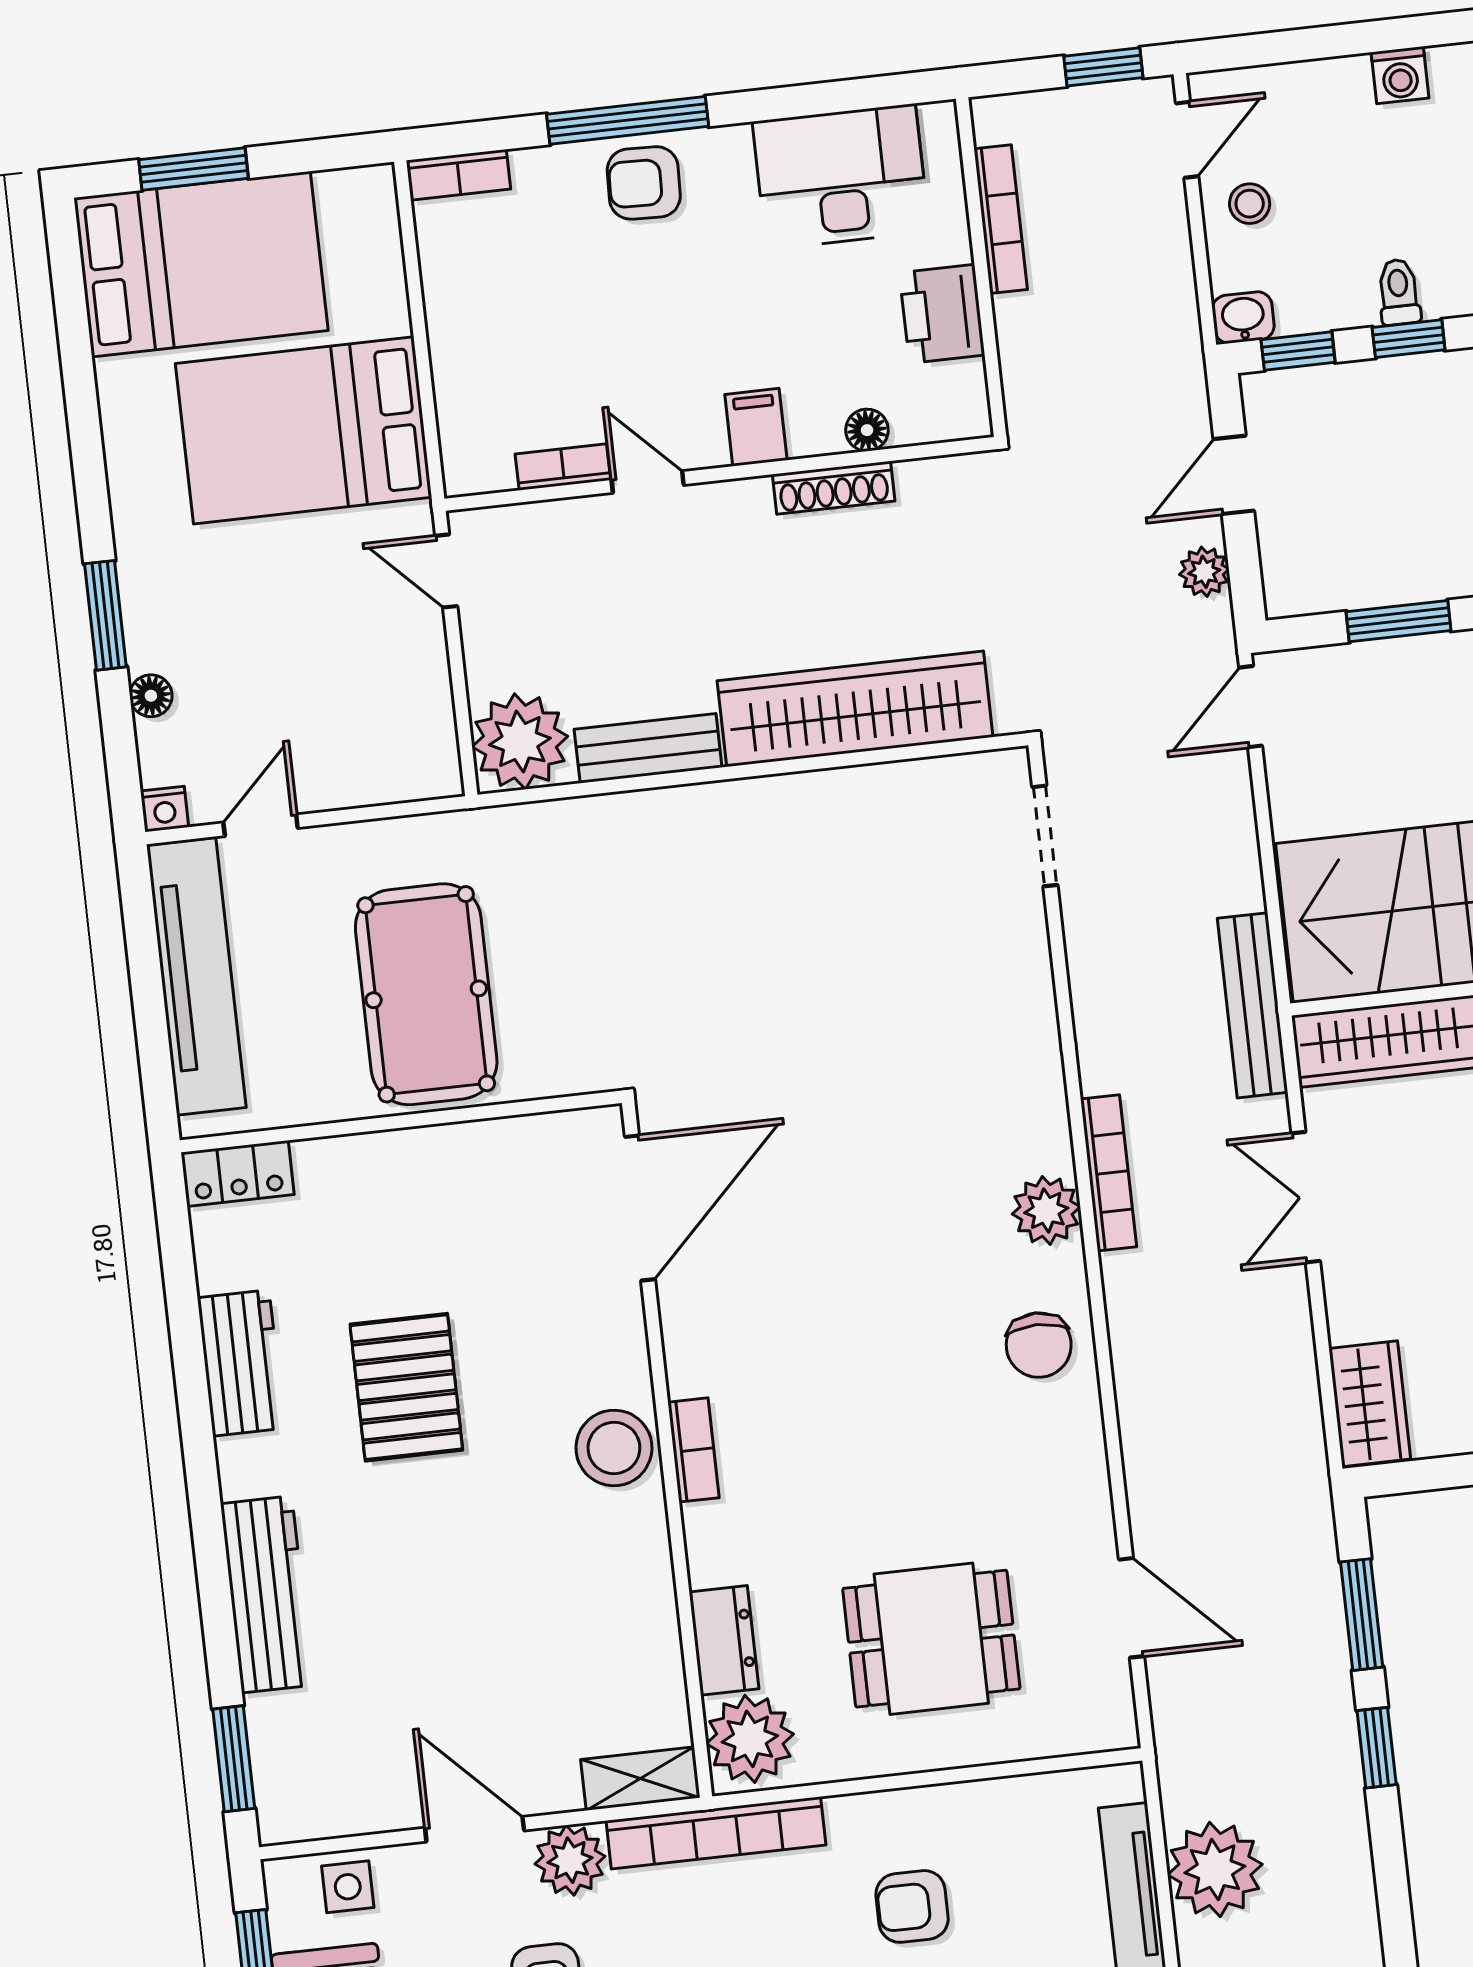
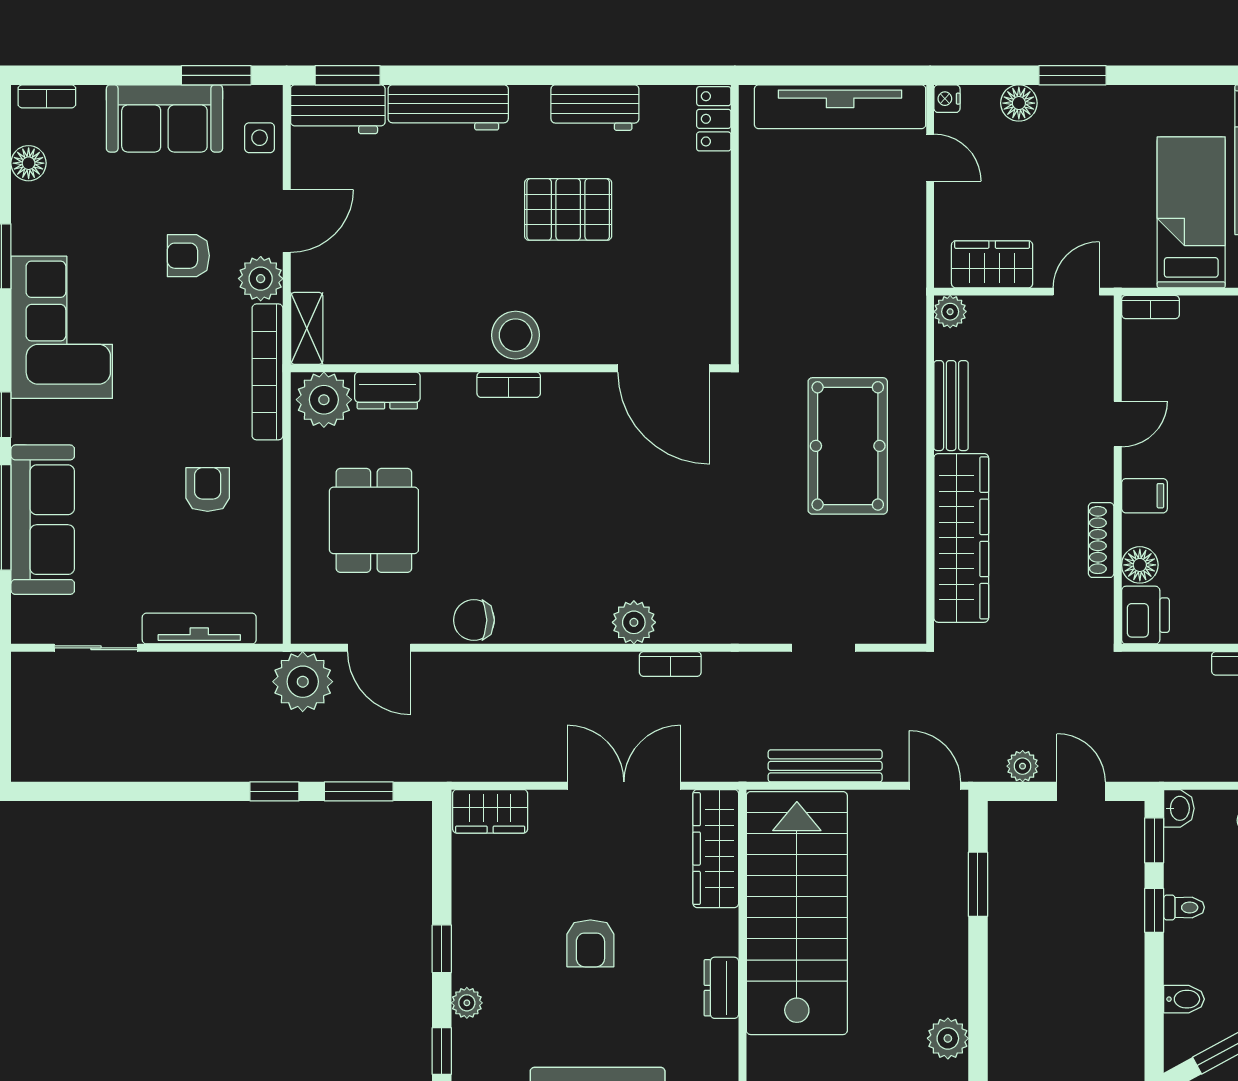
printer: (942, 314) -> (1145, 615), moved, turned 90
bed: (304, 430) -> (1191, 212), width x0.67
floor lamp: (867, 430) -> (1140, 565), width x1.37, depth x1.37
bookcase: (563, 467) -> (1150, 307), moved, turned 90
floor lamp: (151, 696) -> (1019, 103), width x1.37, depth x1.37
wardrobe: (418, 709) -> (992, 264), added
plant: (520, 742) -> (950, 312), width x0.53, depth x0.53
doorway: (1045, 836) -> (824, 648), moved
pool table: (426, 994) -> (848, 446), moved, turned 90
bench: (1253, 1005) -> (825, 766), moved
bookcase: (1109, 1173) -> (670, 664), width x0.64
double door: (1306, 1197) -> (624, 786), width x1.37
chair: (1039, 1345) -> (474, 620), moved
door: (1131, 1608) -> (379, 648), hinge flipped
workbench: (289, 1768) -> (338, 109), added
plant: (1215, 1870) -> (303, 682), moved

